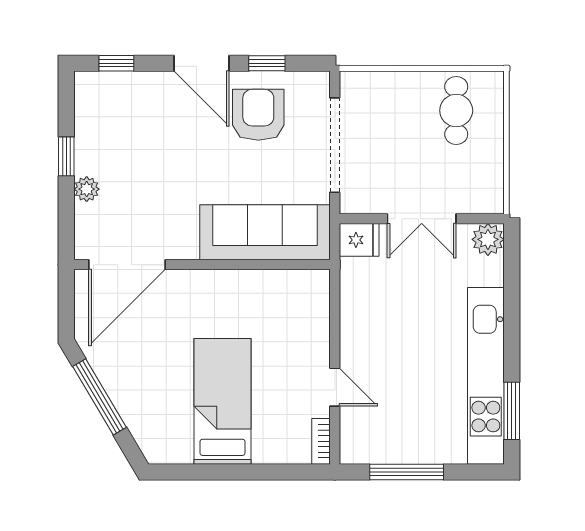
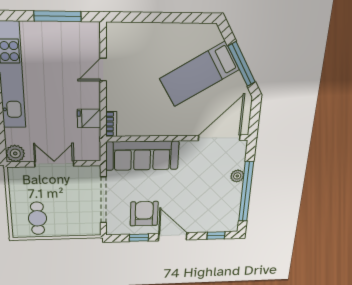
armchair: (258, 115) -> (144, 214), turned 180
window: (66, 156) -> (246, 192), width x3.17
fridge: (359, 240) -> (89, 118), moved
door: (335, 387) -> (103, 70), hinge flipped
bed: (223, 401) -> (200, 74), moved, turned 59
bookcase: (321, 441) -> (111, 124), moved

